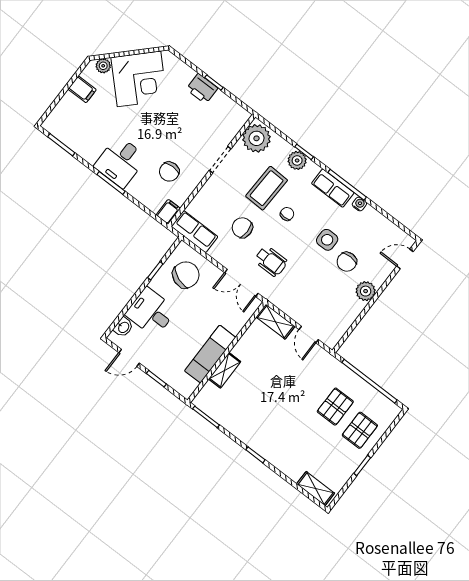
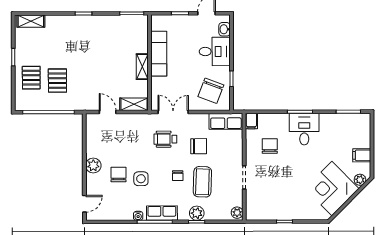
printer: (202, 89) -> (289, 212), removed
plant: (256, 138) -> (237, 213), width x0.53, depth x0.53
shelving: (225, 370) -> (142, 67), moved

